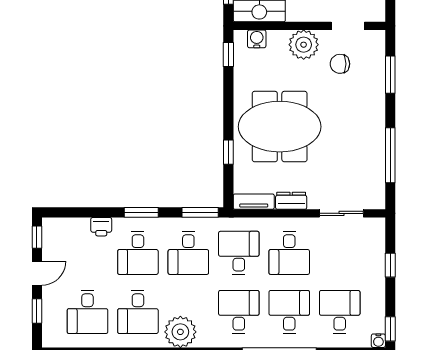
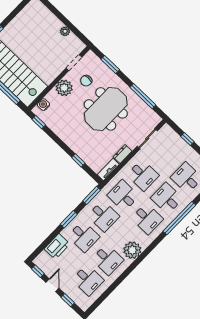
meeting table: (280, 127) -> (106, 109), moved
printer: (101, 227) -> (57, 246), width x1.87, depth x1.48
desk: (239, 312) -> (147, 219), turned 180

